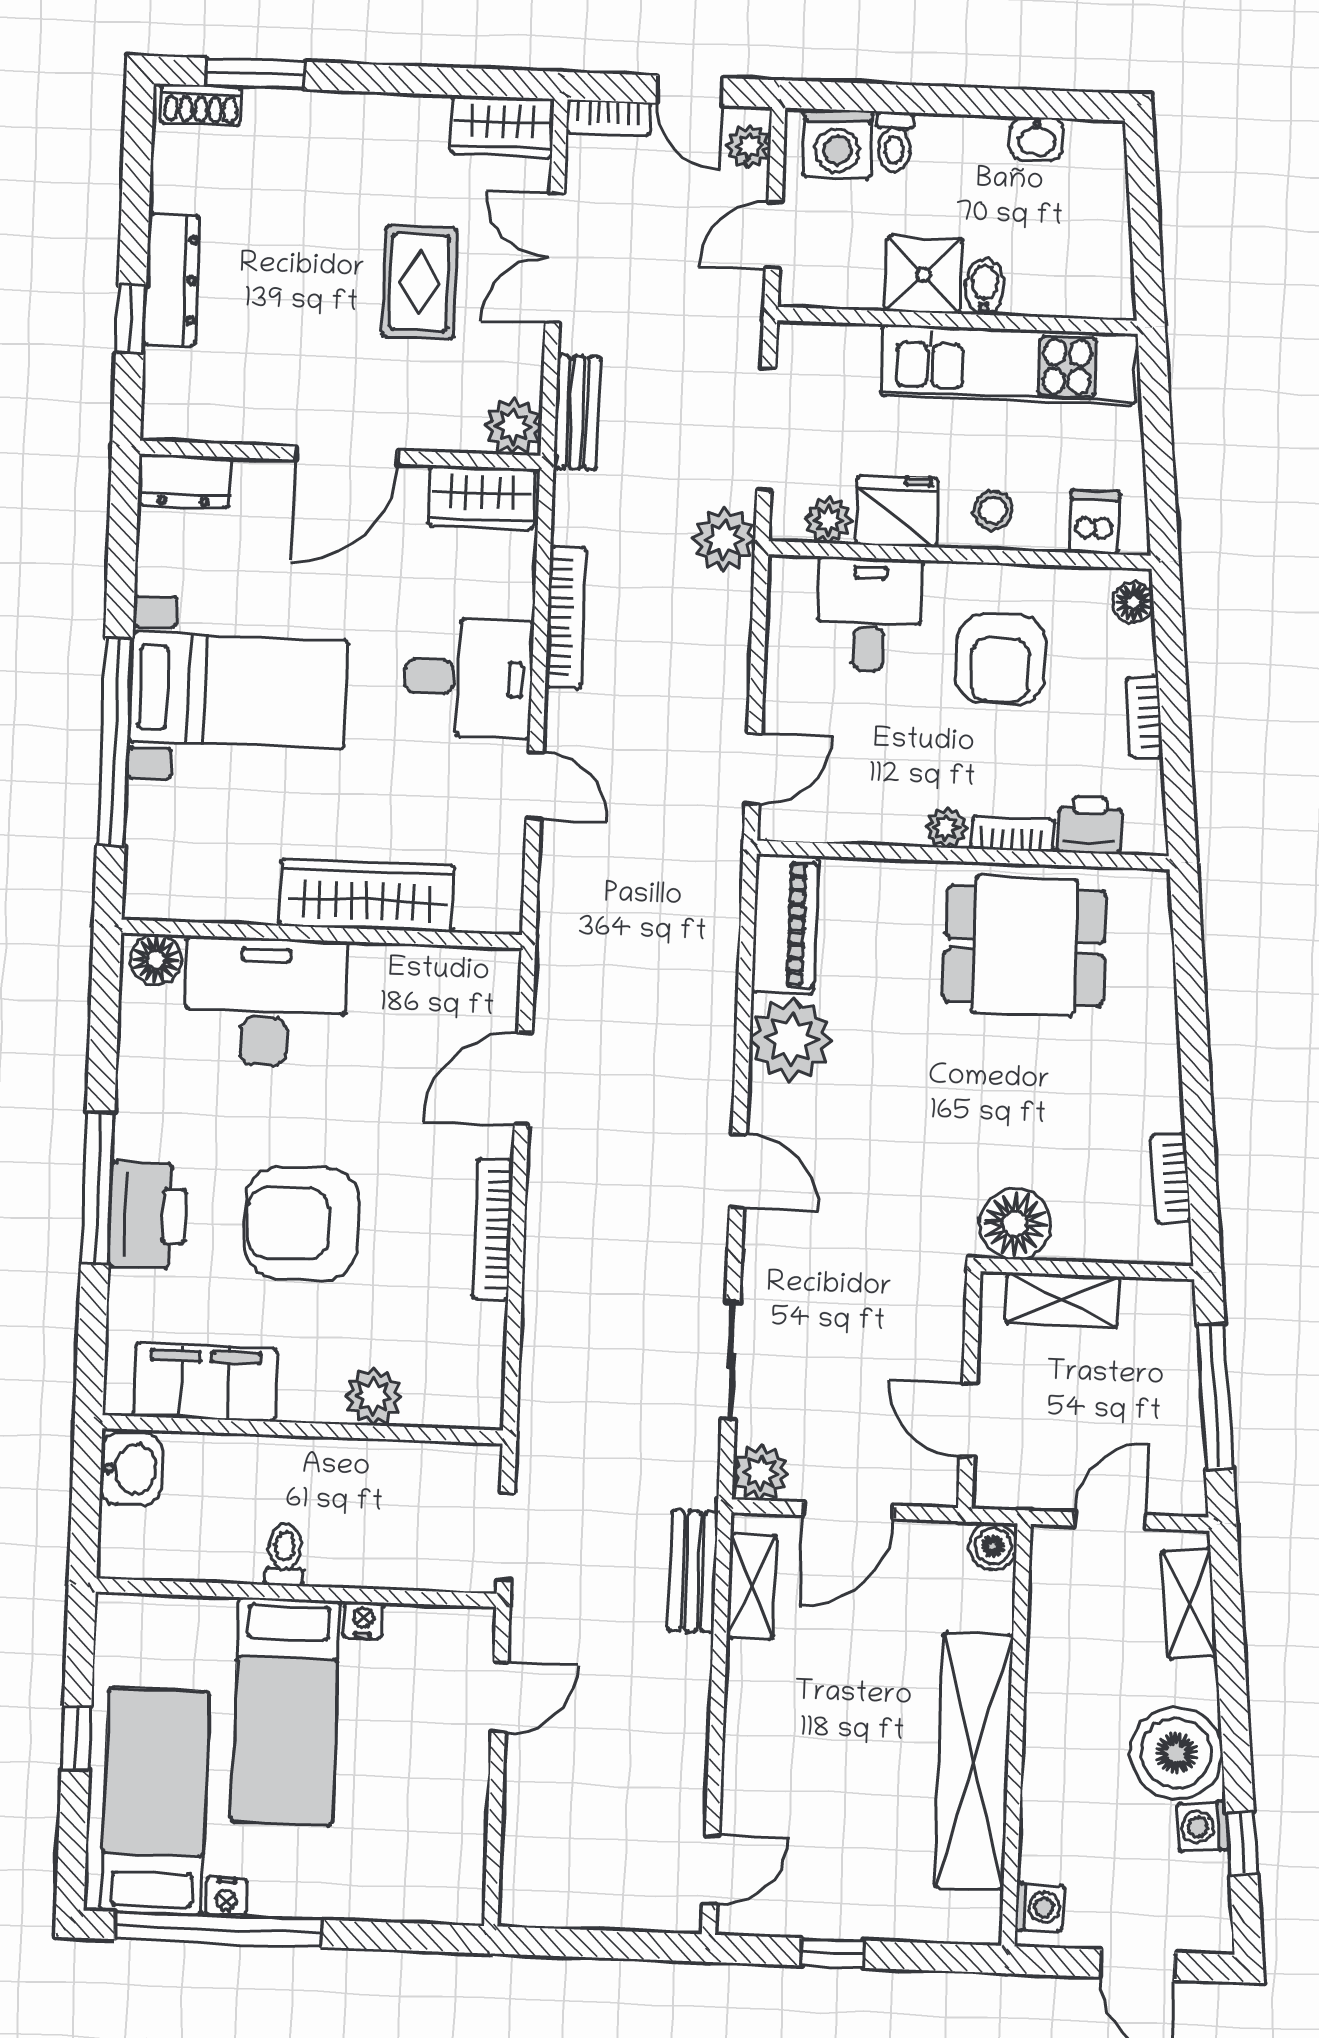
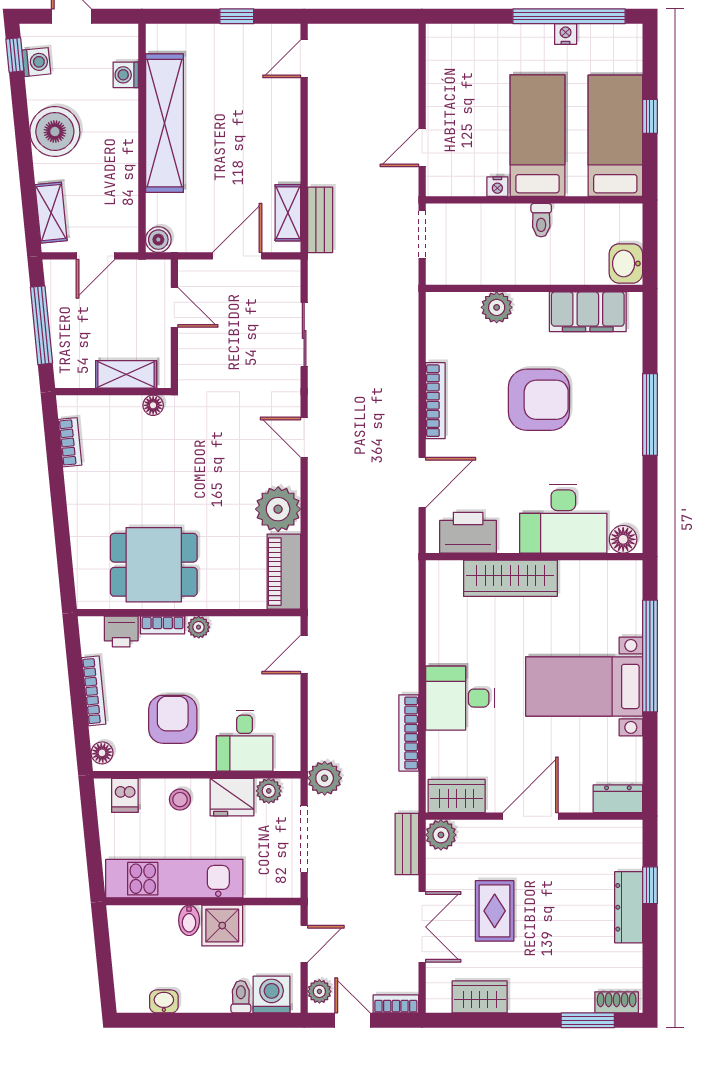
wardrobe: (502, 126) -> (480, 997), moved
bookcase: (1144, 717) -> (94, 691), width x1.56
door: (534, 786) -> (422, 641), removed
printer: (148, 1215) -> (468, 533), moved, turned 90
floor lamp: (1015, 1224) -> (153, 405), width x0.53, depth x0.53
plant: (761, 1472) -> (285, 275), removed
bed: (155, 1801) -> (615, 136), moved, turned 180
washing machine: (1203, 1827) -> (36, 62), moved
window: (1242, 1843) -> (15, 55), moved
washing machine: (1039, 1907) -> (126, 75), moved

